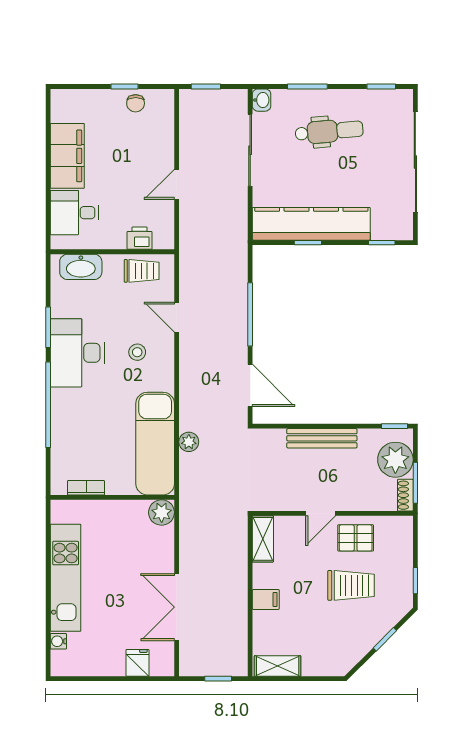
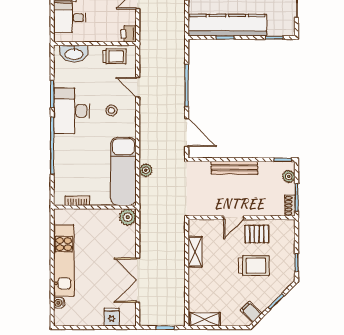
printer: (140, 238) -> (129, 34), moved, turned -90
plant: (395, 460) -> (289, 177), width x0.53, depth x0.53
shelving: (263, 539) -> (195, 252), moved
filing cabinet: (266, 599) -> (251, 312), moved, turned -135

